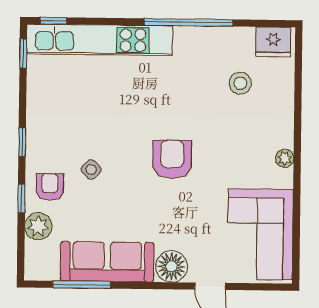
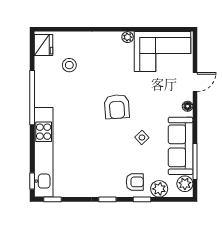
plant: (285, 158) -> (128, 37), moved
armchair: (172, 159) -> (117, 107), turned -94
side table: (91, 170) -> (142, 137), moved
armchair: (50, 187) -> (135, 182), turned 180
floor lamp: (171, 266) -> (188, 106), width x0.53, depth x0.53
plant: (46, 268) -> (185, 184), added

